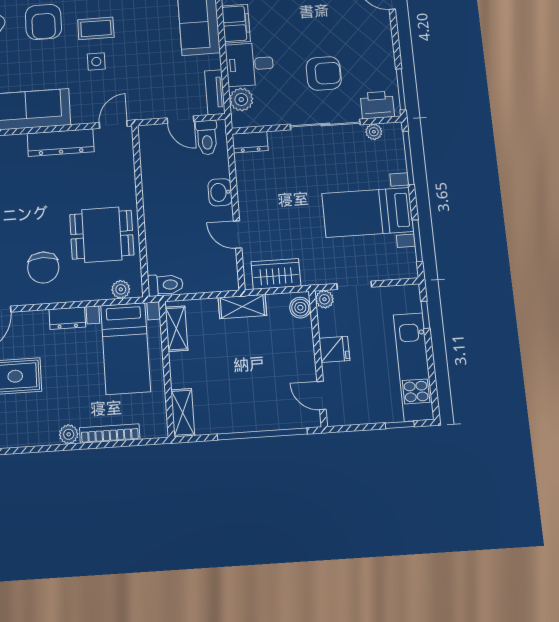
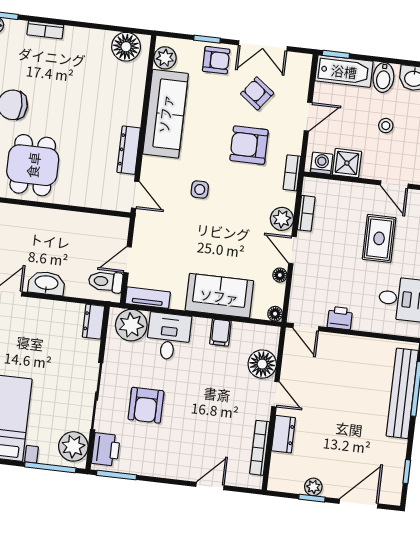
filing cabinet: (236, 24) -> (220, 332), width x0.50
coffee table: (96, 28) -> (233, 195), removed
plant: (241, 99) -> (131, 325), width x1.36, depth x1.36
plant: (374, 132) -> (73, 446), width x1.87, depth x1.87
dresser: (61, 143) -> (129, 150), width x0.73, depth x0.80
washbasin: (220, 192) -> (46, 283), width x1.38

